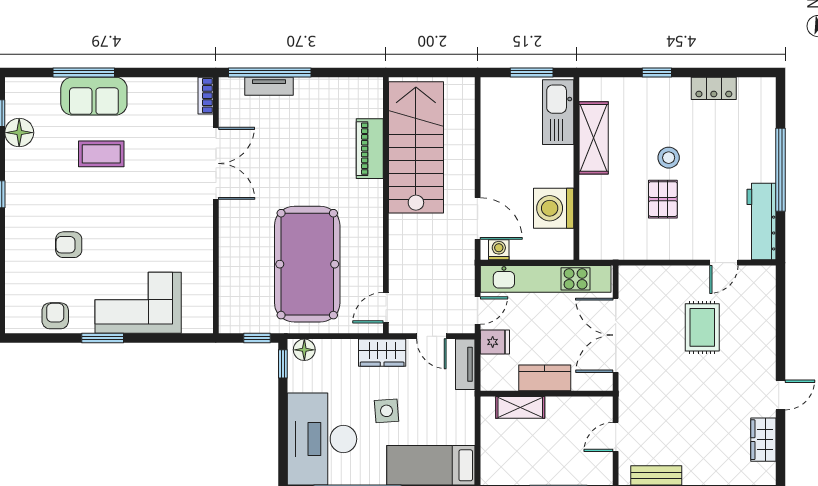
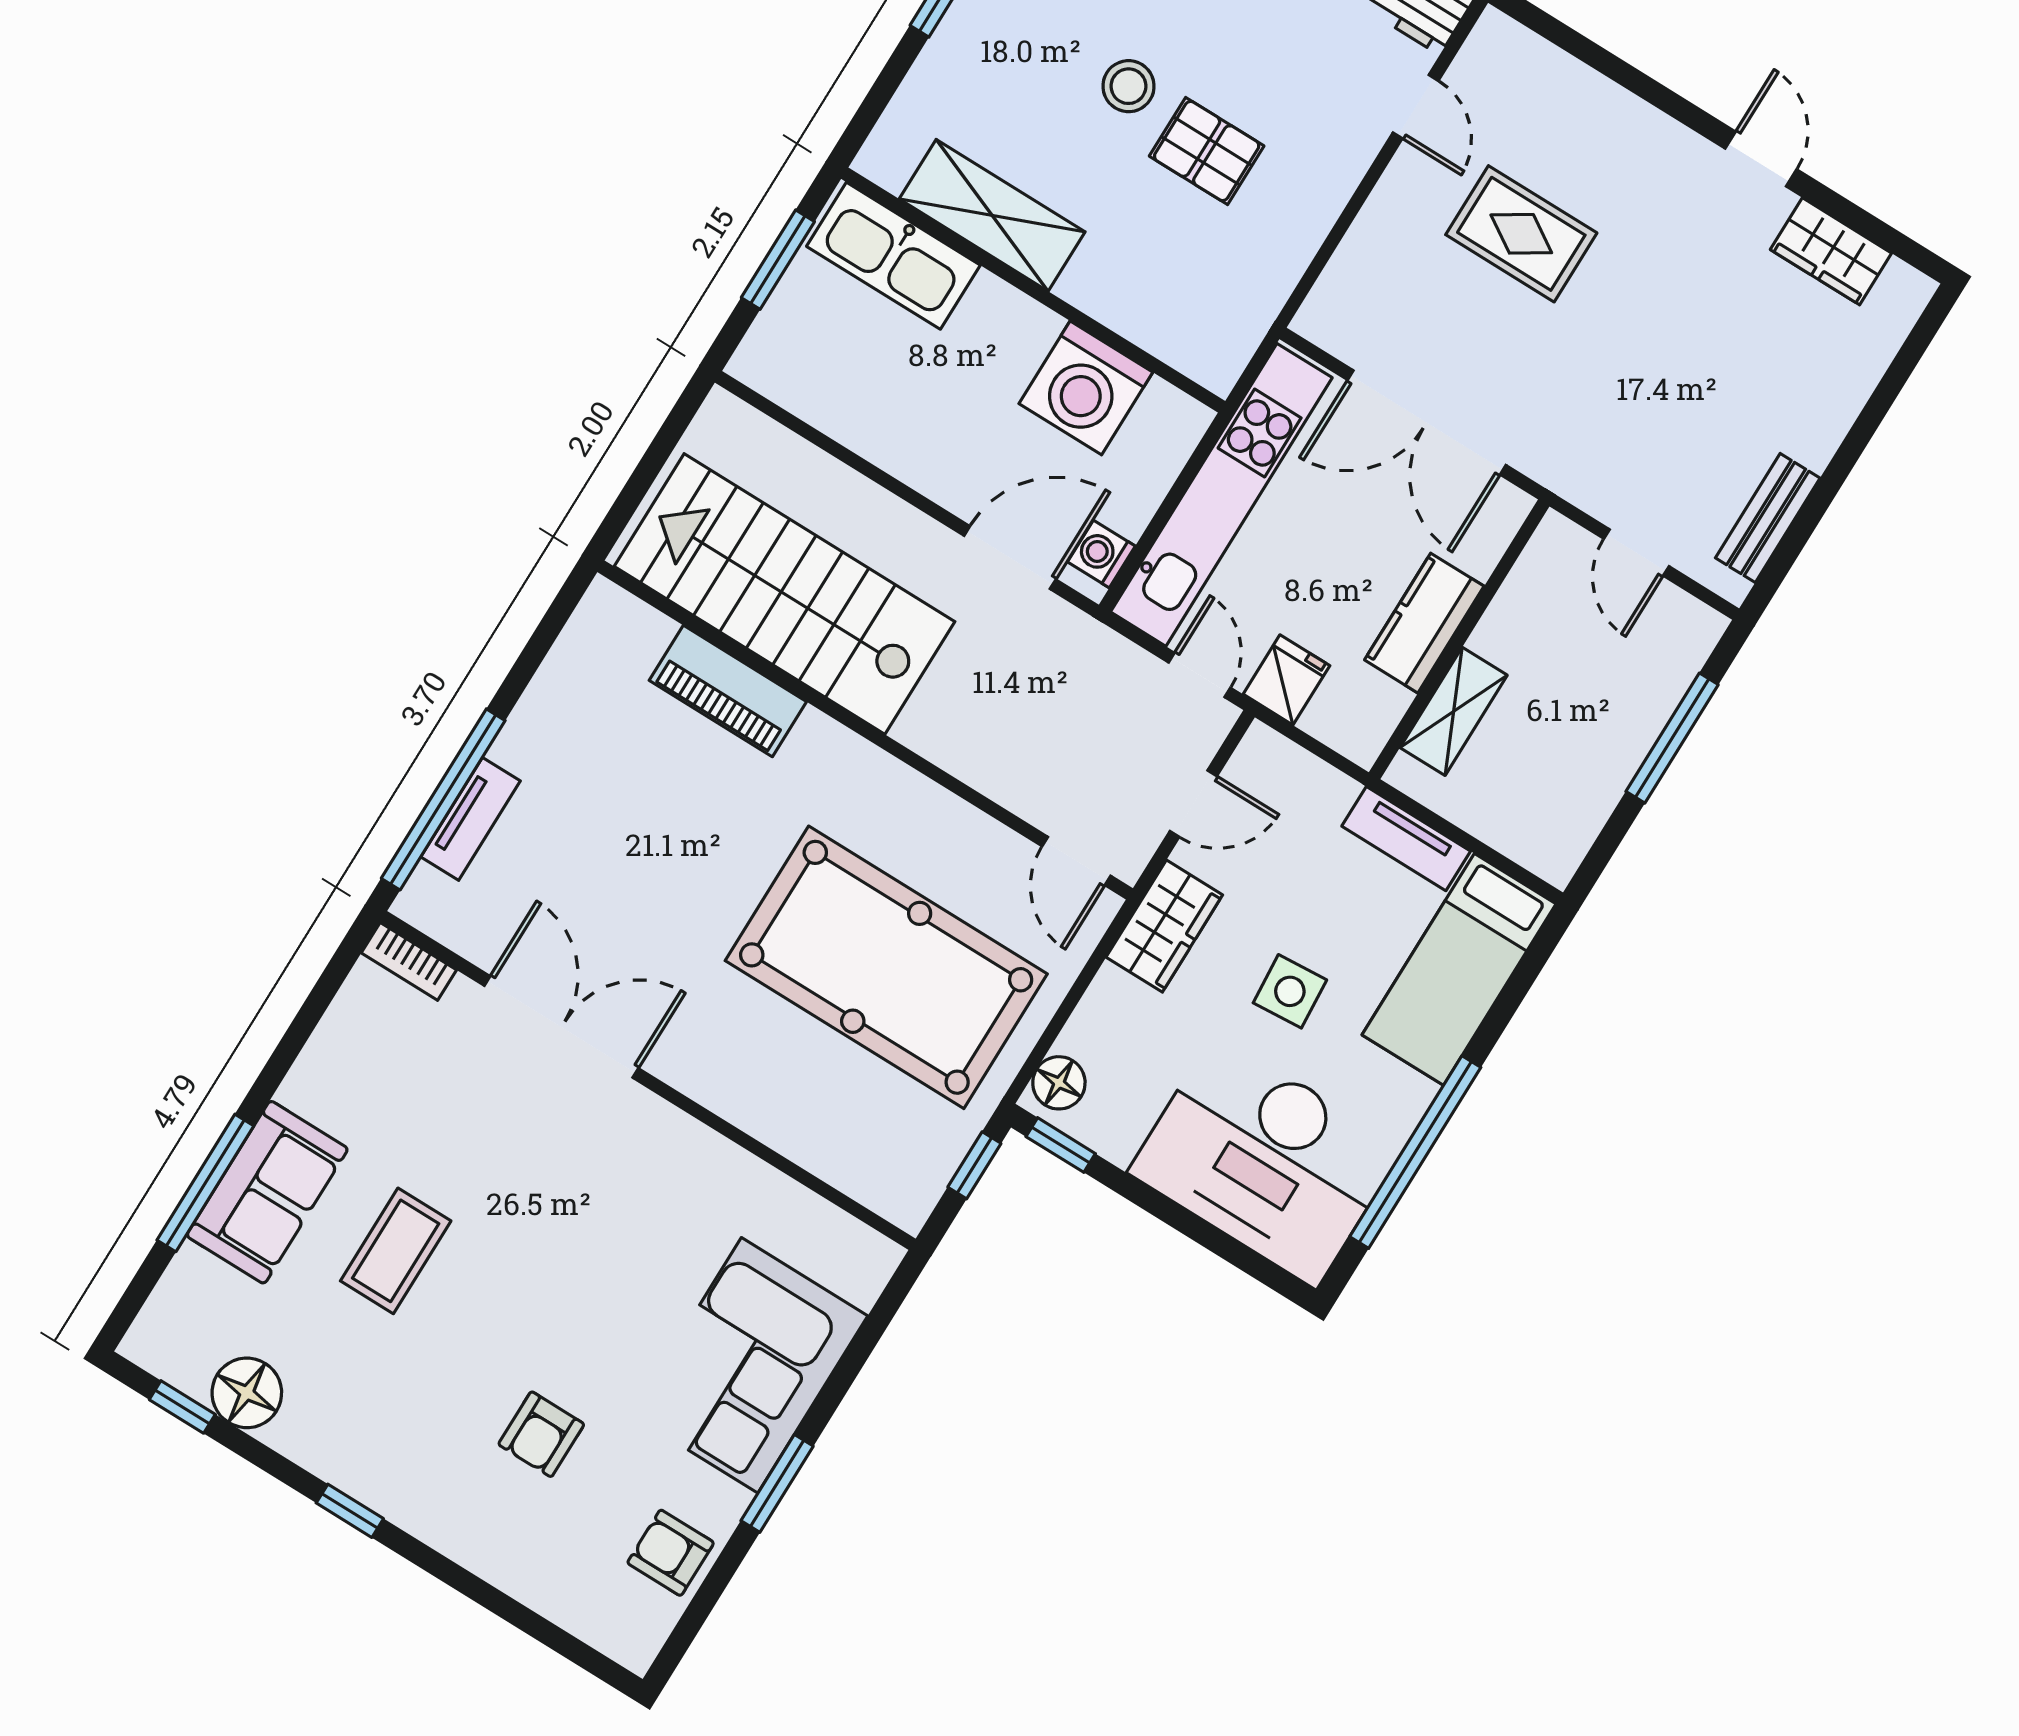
tv unit: (465, 364) -> (1406, 839), moved

